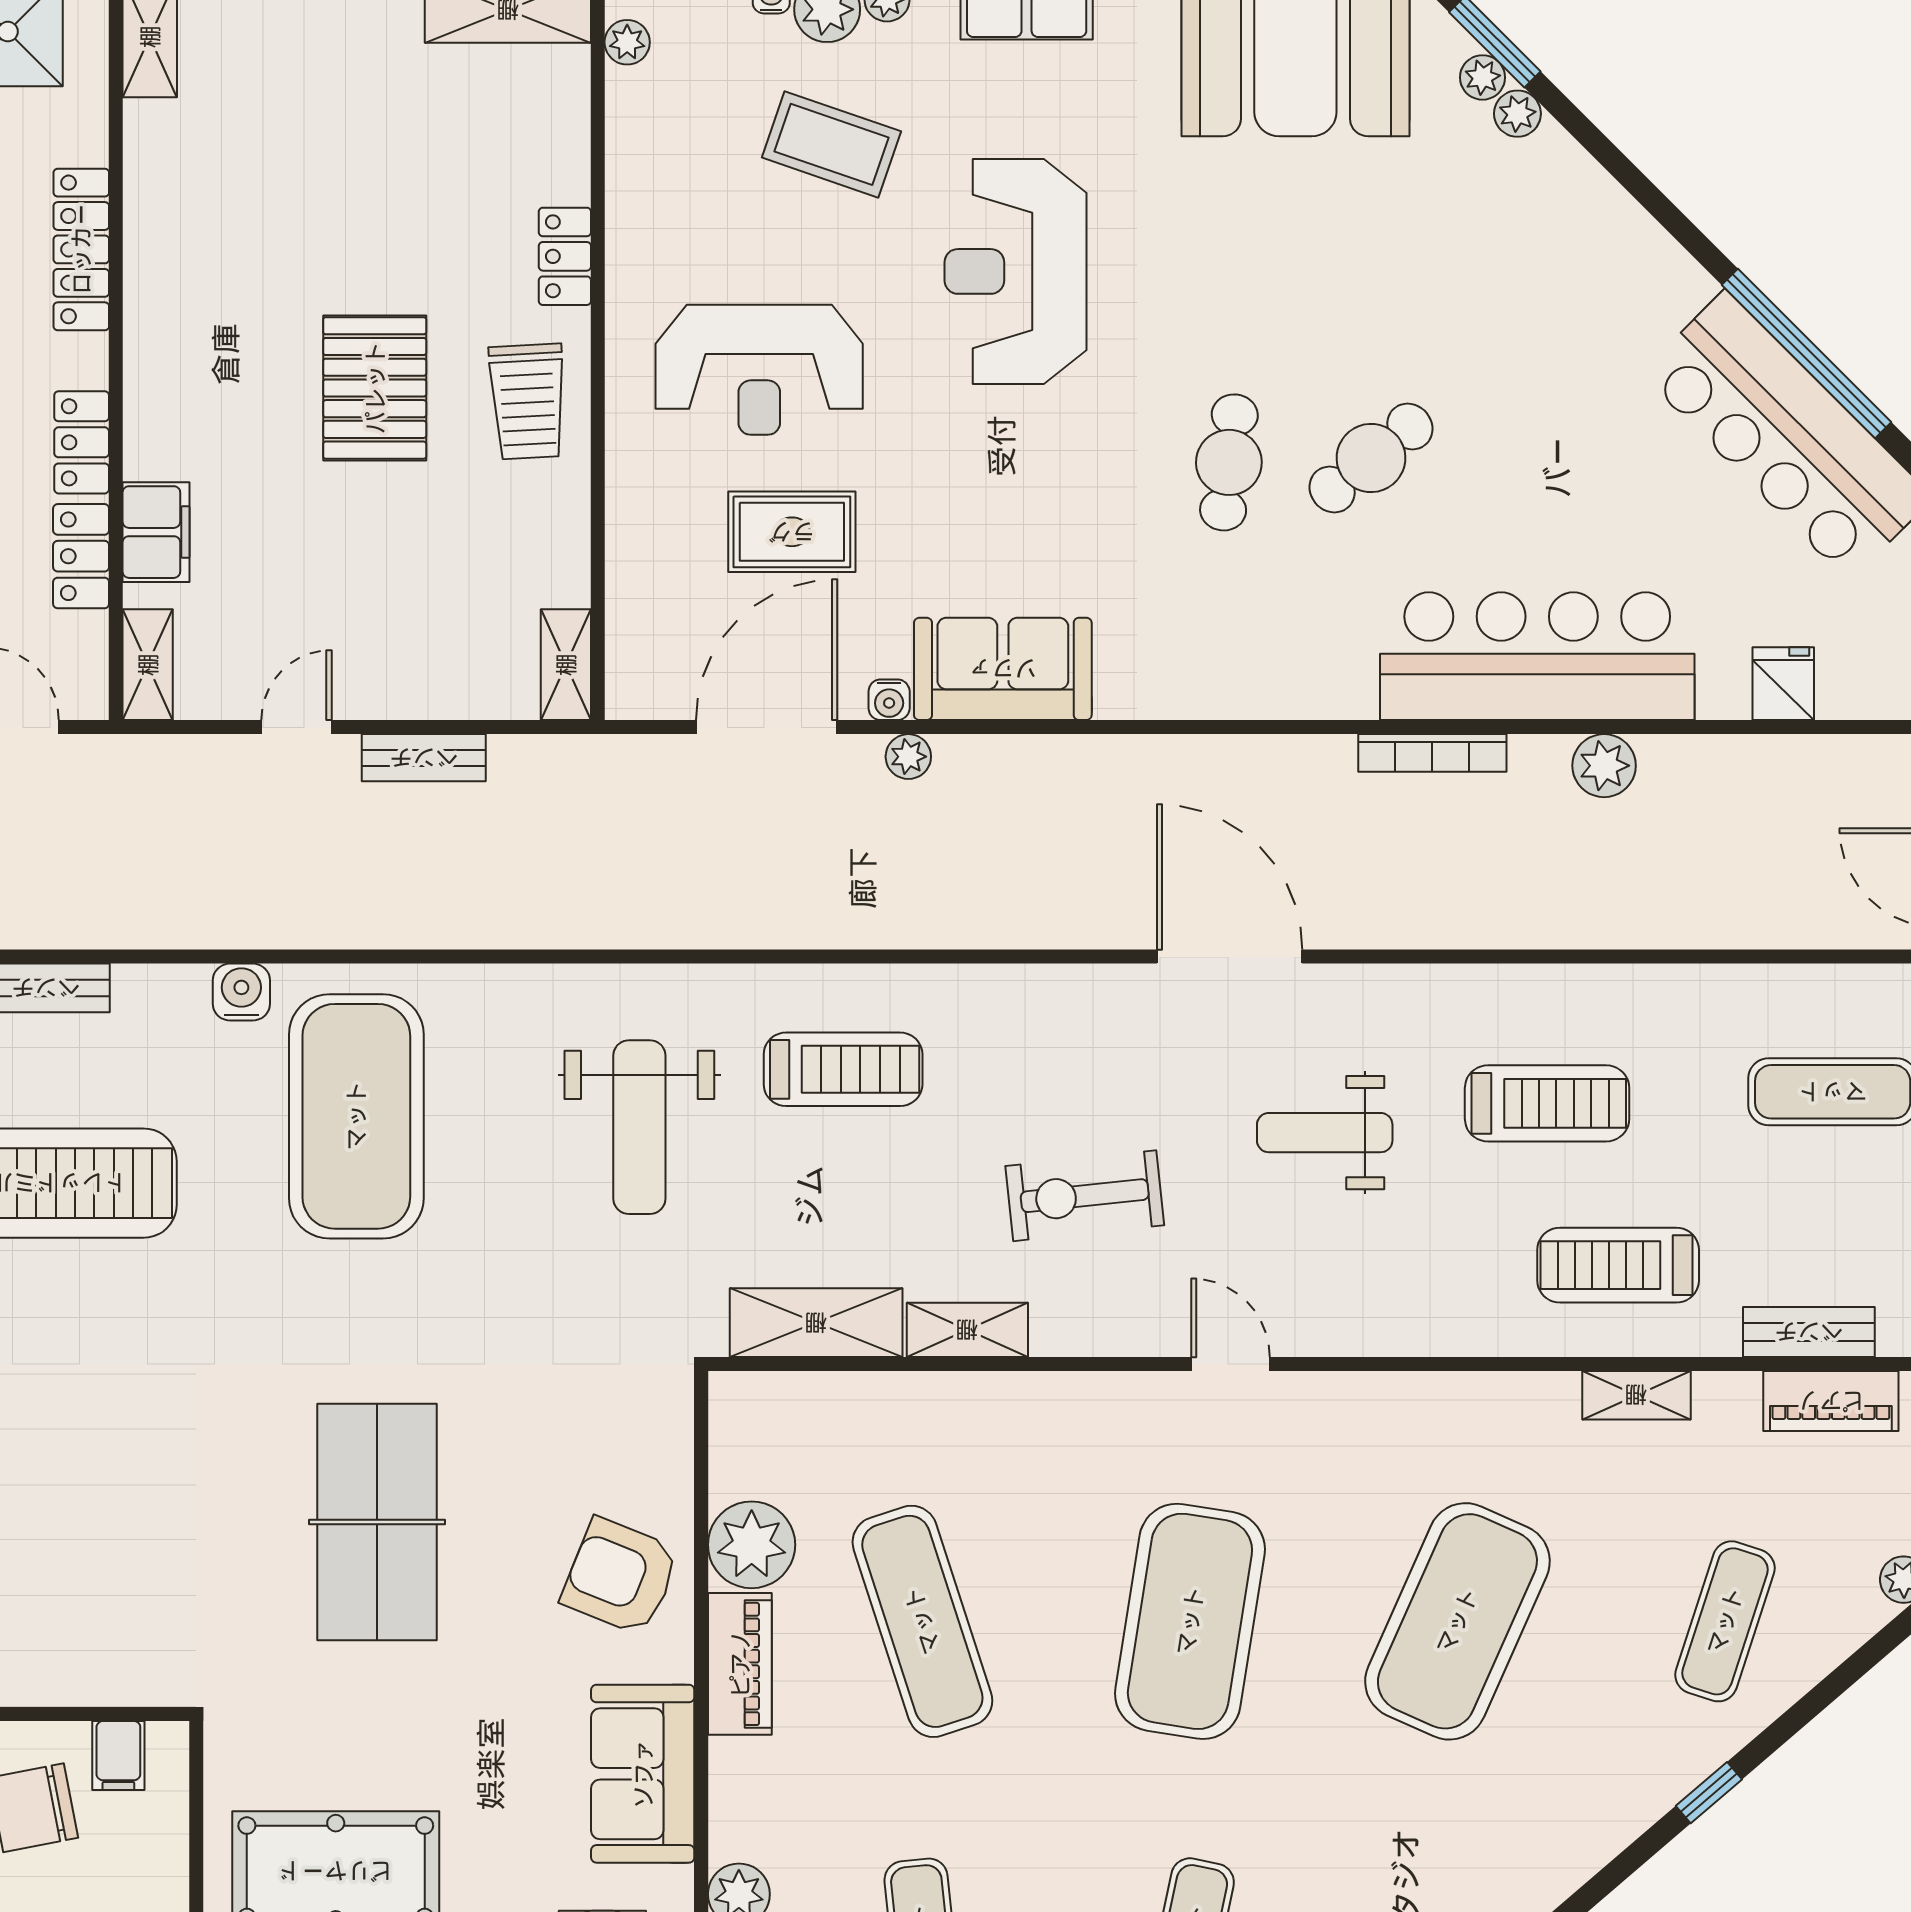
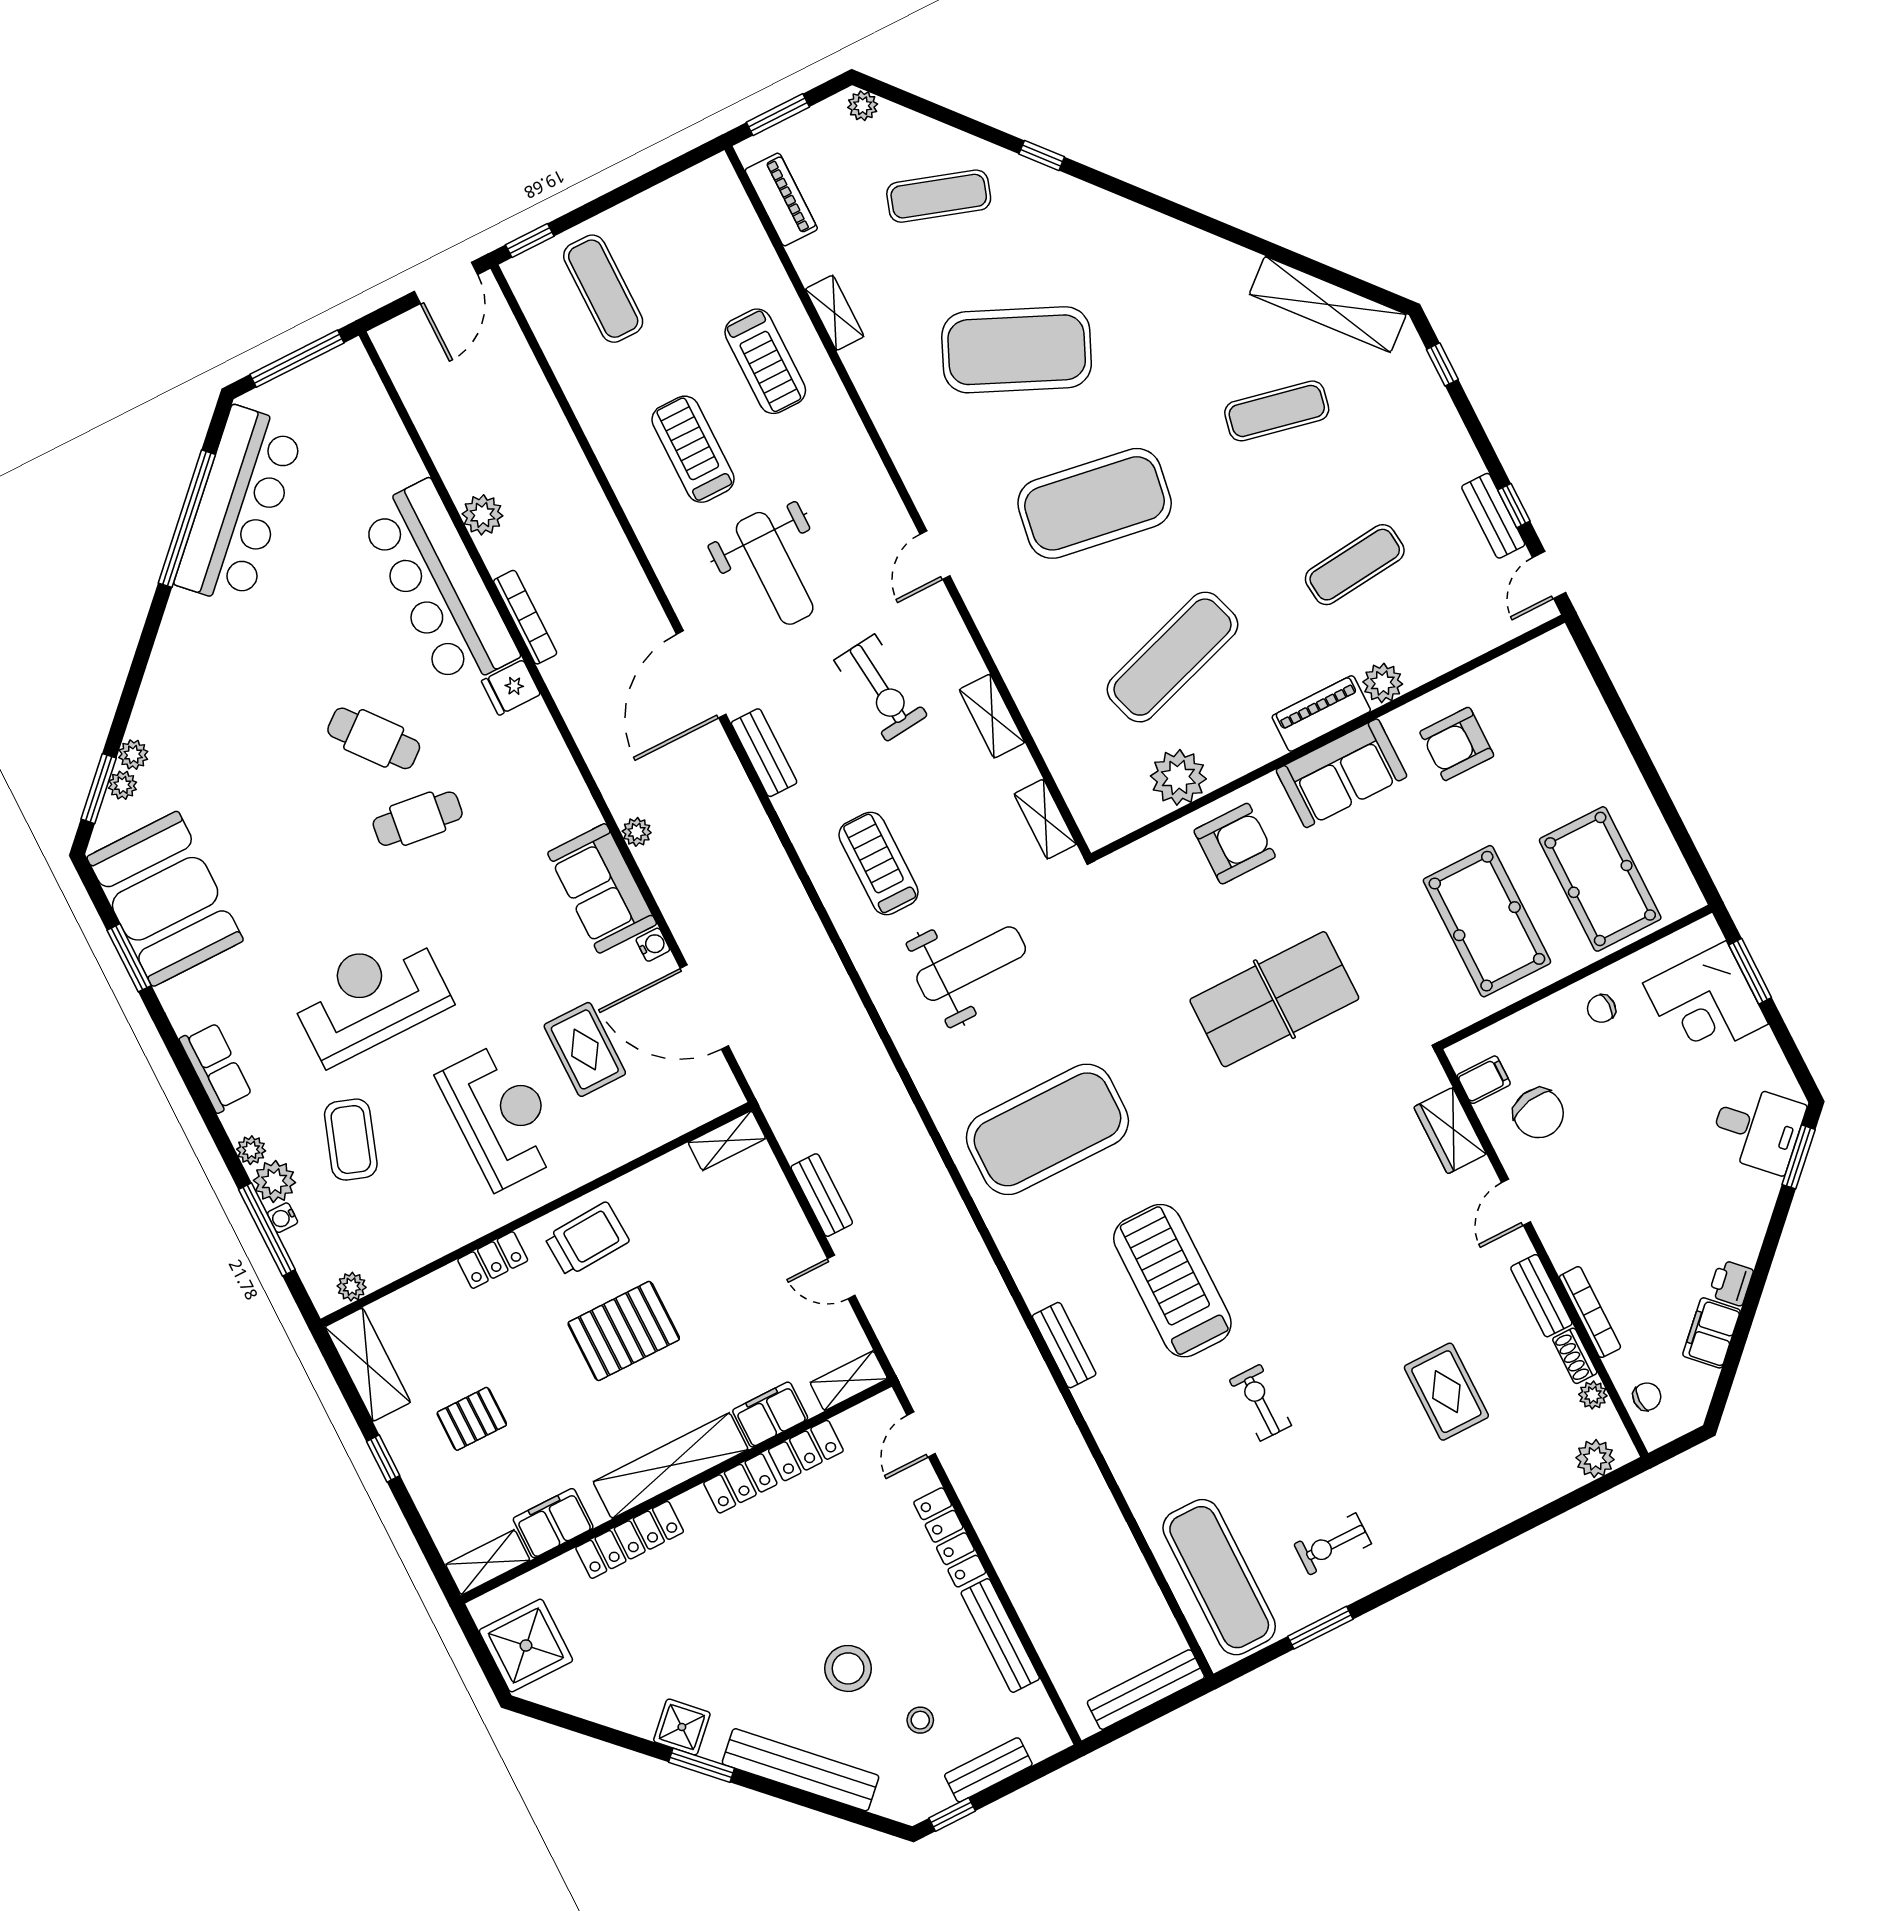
pallet: (360, 116) -> (472, 1419), added
filing cabinet: (158, 155) -> (553, 1523), added
reception desk: (1015, 271) -> (370, 997), turned 180
shelving: (155, 358) -> (671, 1466), added
fridge: (1783, 684) -> (511, 688), moved
plant: (908, 757) -> (637, 832), moved
water cooler: (241, 992) -> (1009, 1232), removed
weight bench: (1325, 1133) -> (775, 568), width x1.36, depth x1.33
shelving: (816, 1323) -> (1045, 819), width x0.67, depth x0.75
bench: (1809, 1332) -> (764, 753), moved
armchair: (620, 1576) -> (1235, 844), turned -112
piano: (740, 1664) -> (1321, 713), moved
wardrobe: (72, 1673) -> (1450, 1131), added

